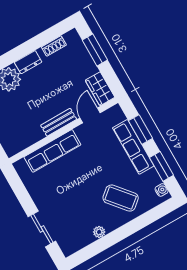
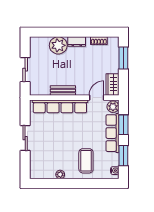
plant: (116, 115) -> (113, 107), added
bench: (59, 122) -> (63, 91), moved
row of seats: (52, 151) -> (60, 106), width x1.36
coffee table: (121, 198) -> (86, 161), turned 40
sliding door: (42, 229) -> (25, 138), moved

